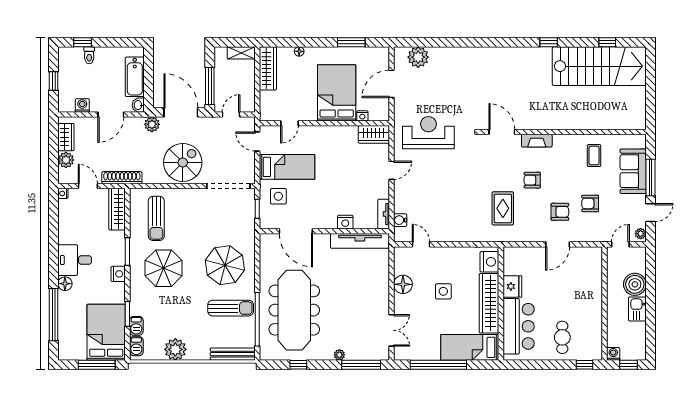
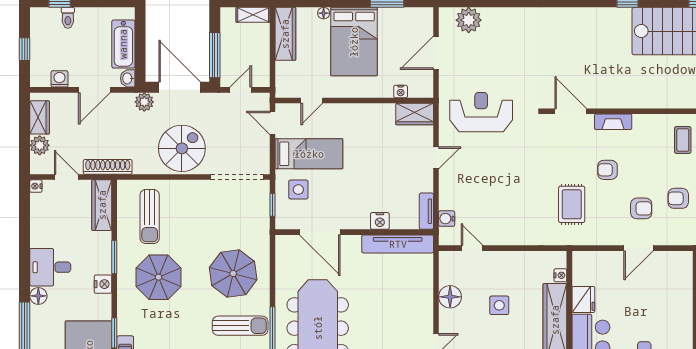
bed: (337, 93) -> (354, 42), moved, turned 180
nightstand: (489, 262) -> (560, 275), width x0.53, depth x0.56

